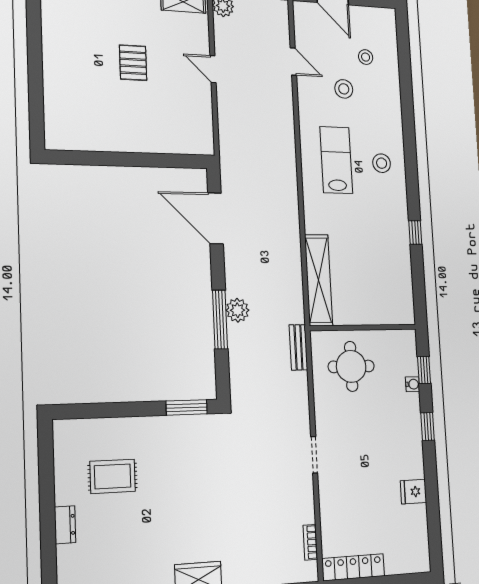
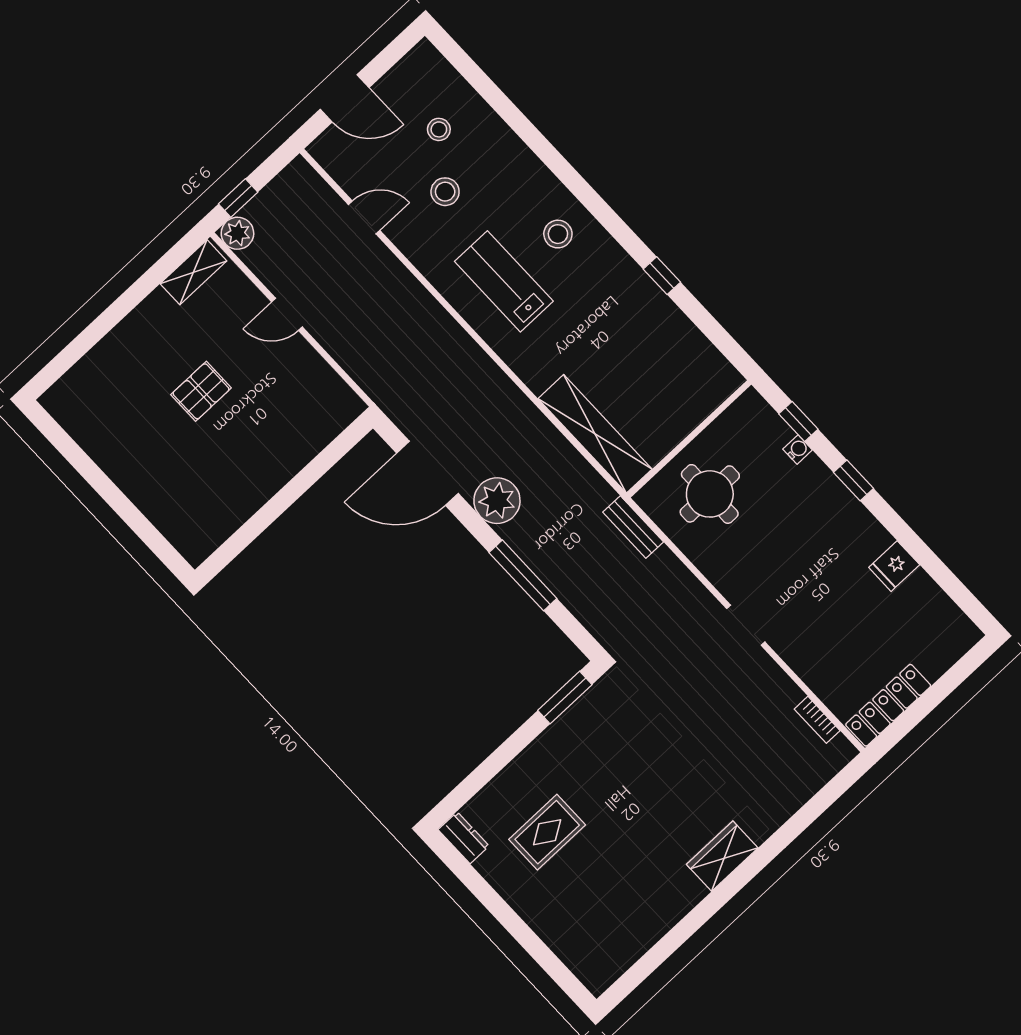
pallet: (133, 63) -> (201, 391), turned 90
plant: (238, 310) -> (497, 501), moved, width x1.36, depth x1.36
dresser: (65, 525) -> (464, 838), moved

